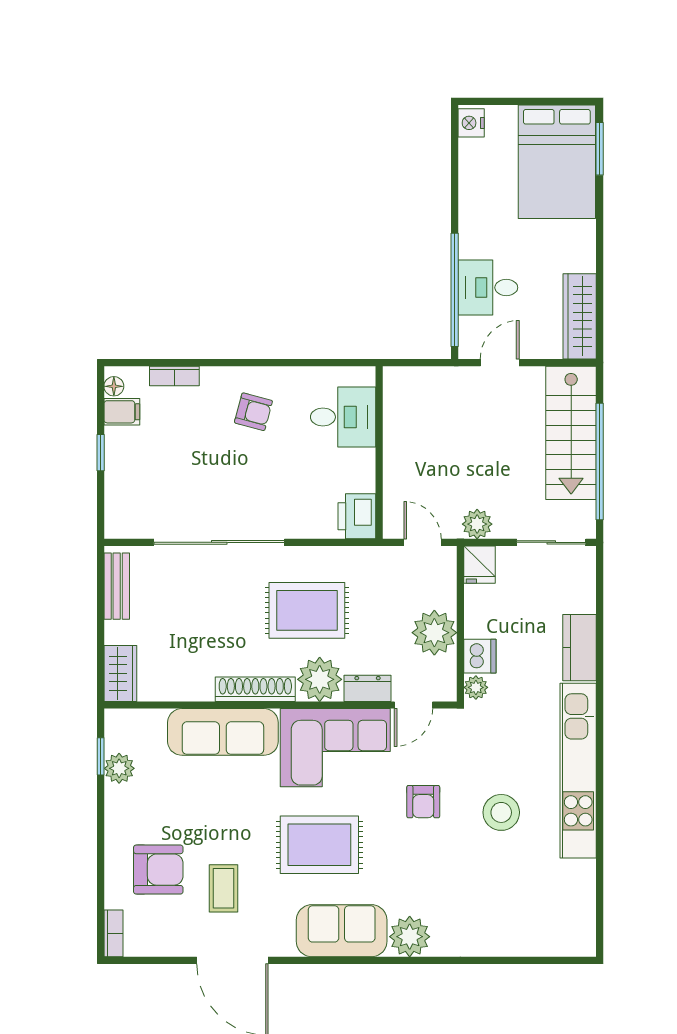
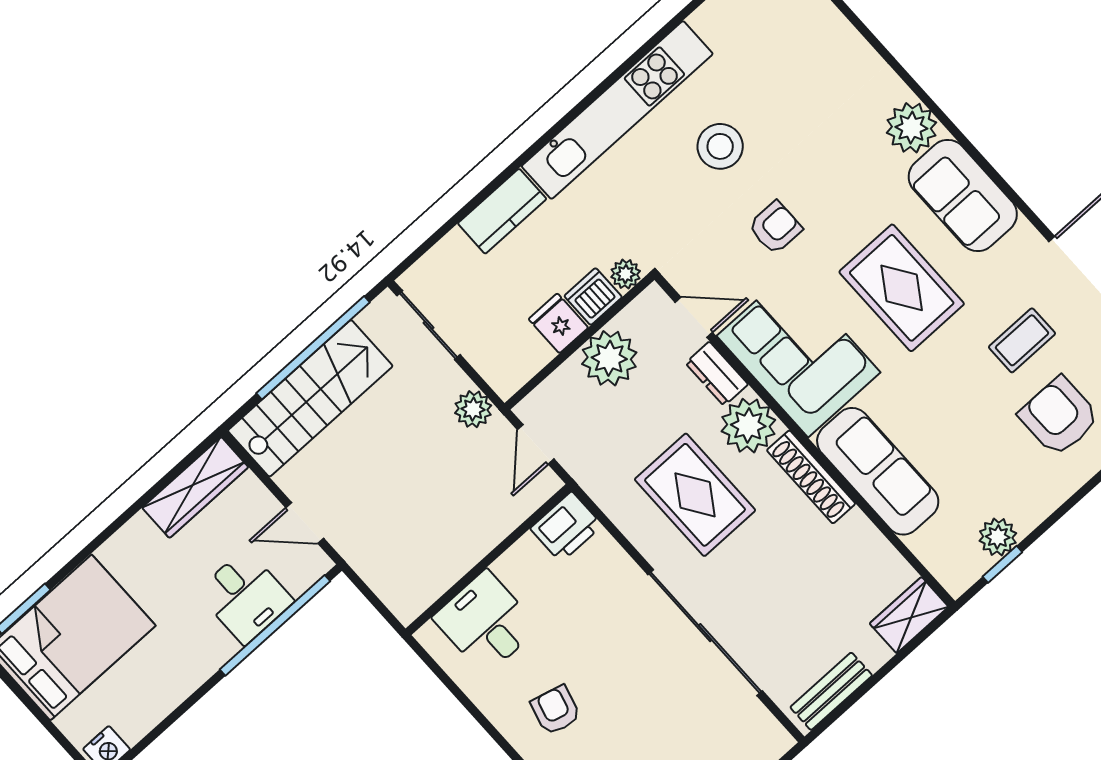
fridge: (480, 565) -> (558, 323), moved, turned -90

